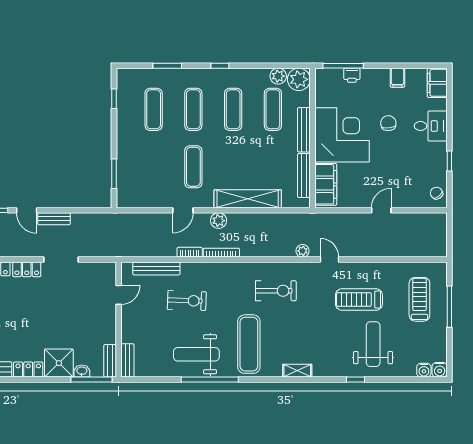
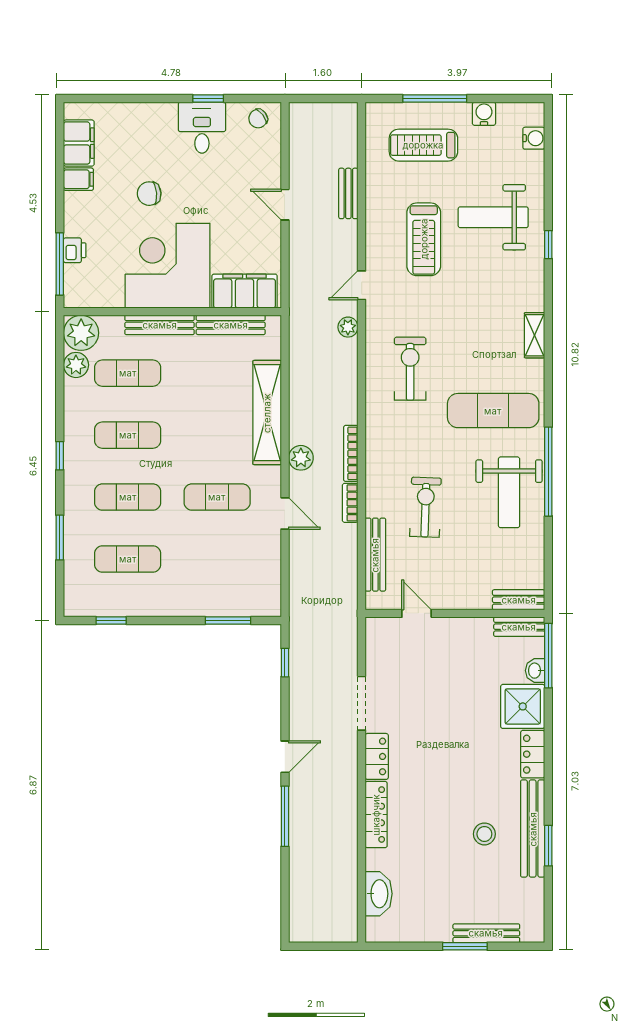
filing cabinet: (437, 83) -> (79, 143), moved, turned -90
desk: (431, 126) -> (202, 128), moved
window: (87, 210) -> (285, 663), added
bench: (54, 219) -> (348, 193), moved
water cooler: (440, 370) -> (484, 114), moved, turned -90

